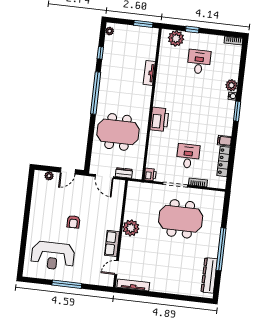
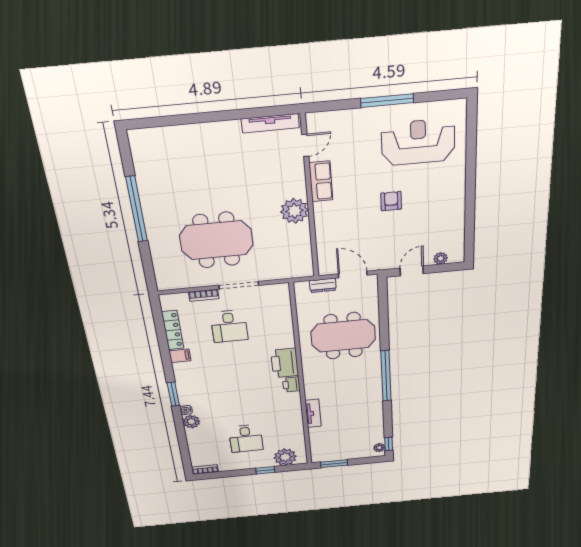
window: (100, 53) -> (389, 444), moved
printer: (150, 175) -> (291, 384), moved
dresser: (209, 275) -> (144, 165), removed

